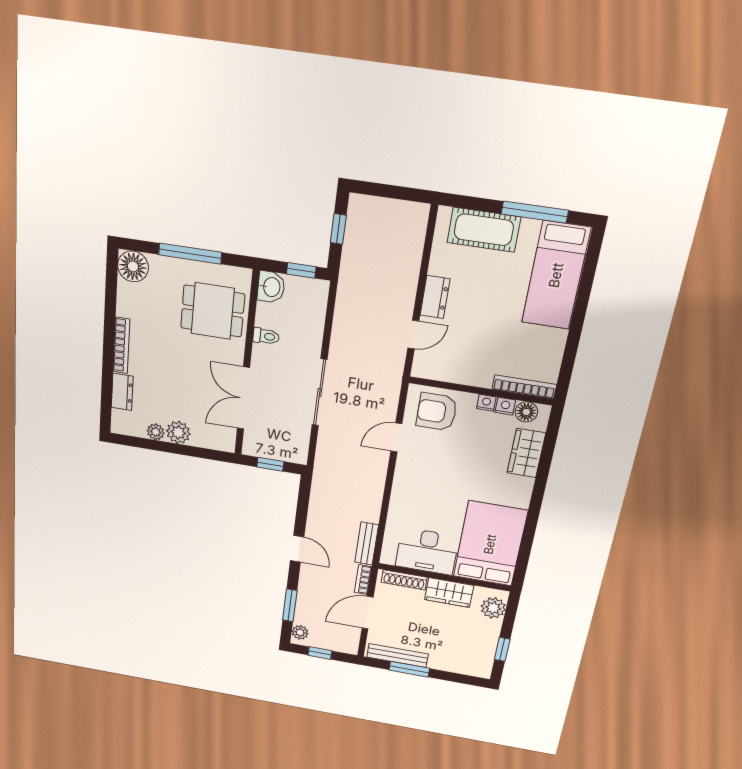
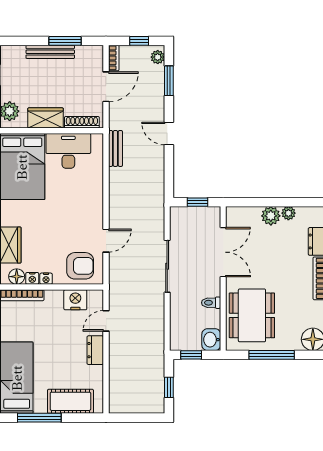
dining table: (213, 311) -> (252, 315), width x1.38
nightstand: (451, 369) -> (75, 300), added
bookcase: (363, 580) -> (114, 58), moved
bench: (397, 655) -> (50, 52), moved

